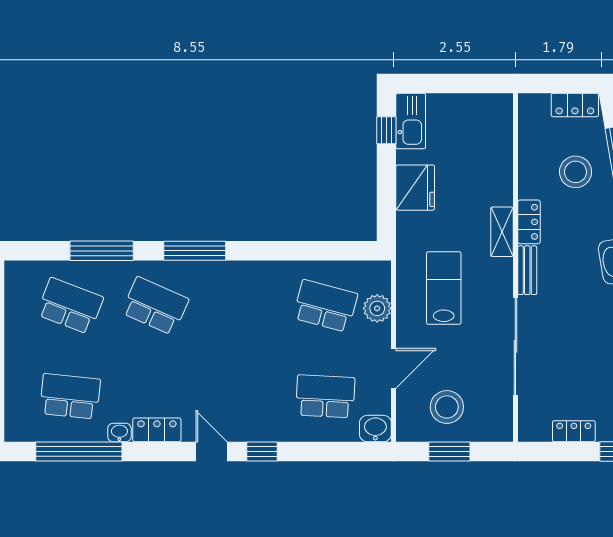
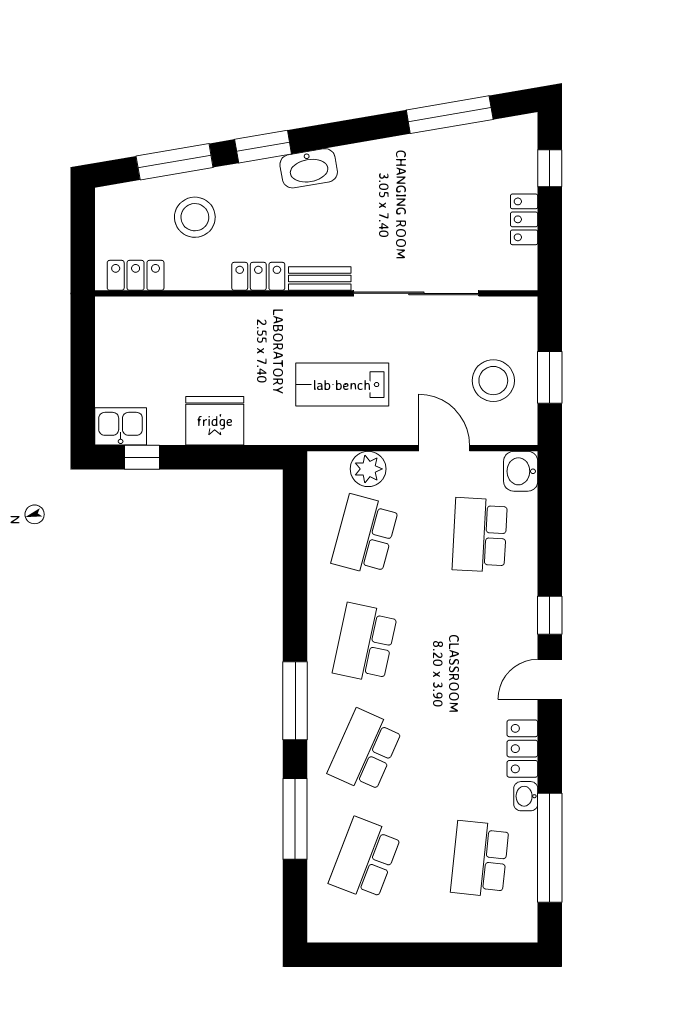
locker: (575, 105) -> (136, 275), moved, turned -90
kitchen sink: (411, 121) -> (121, 426), width x0.73
shelving: (502, 232) -> (271, 311), removed
school desk: (240, 306) -> (365, 643), added

